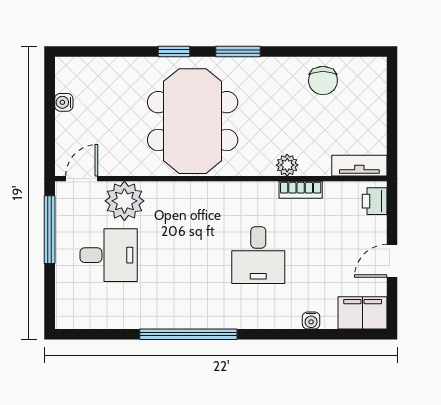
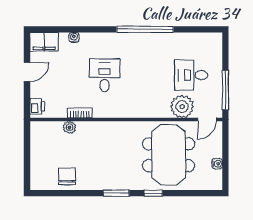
meeting table: (193, 121) -> (169, 155), moved
plant: (287, 165) -> (69, 127), moved
tv unit: (359, 166) -> (46, 127), removed

